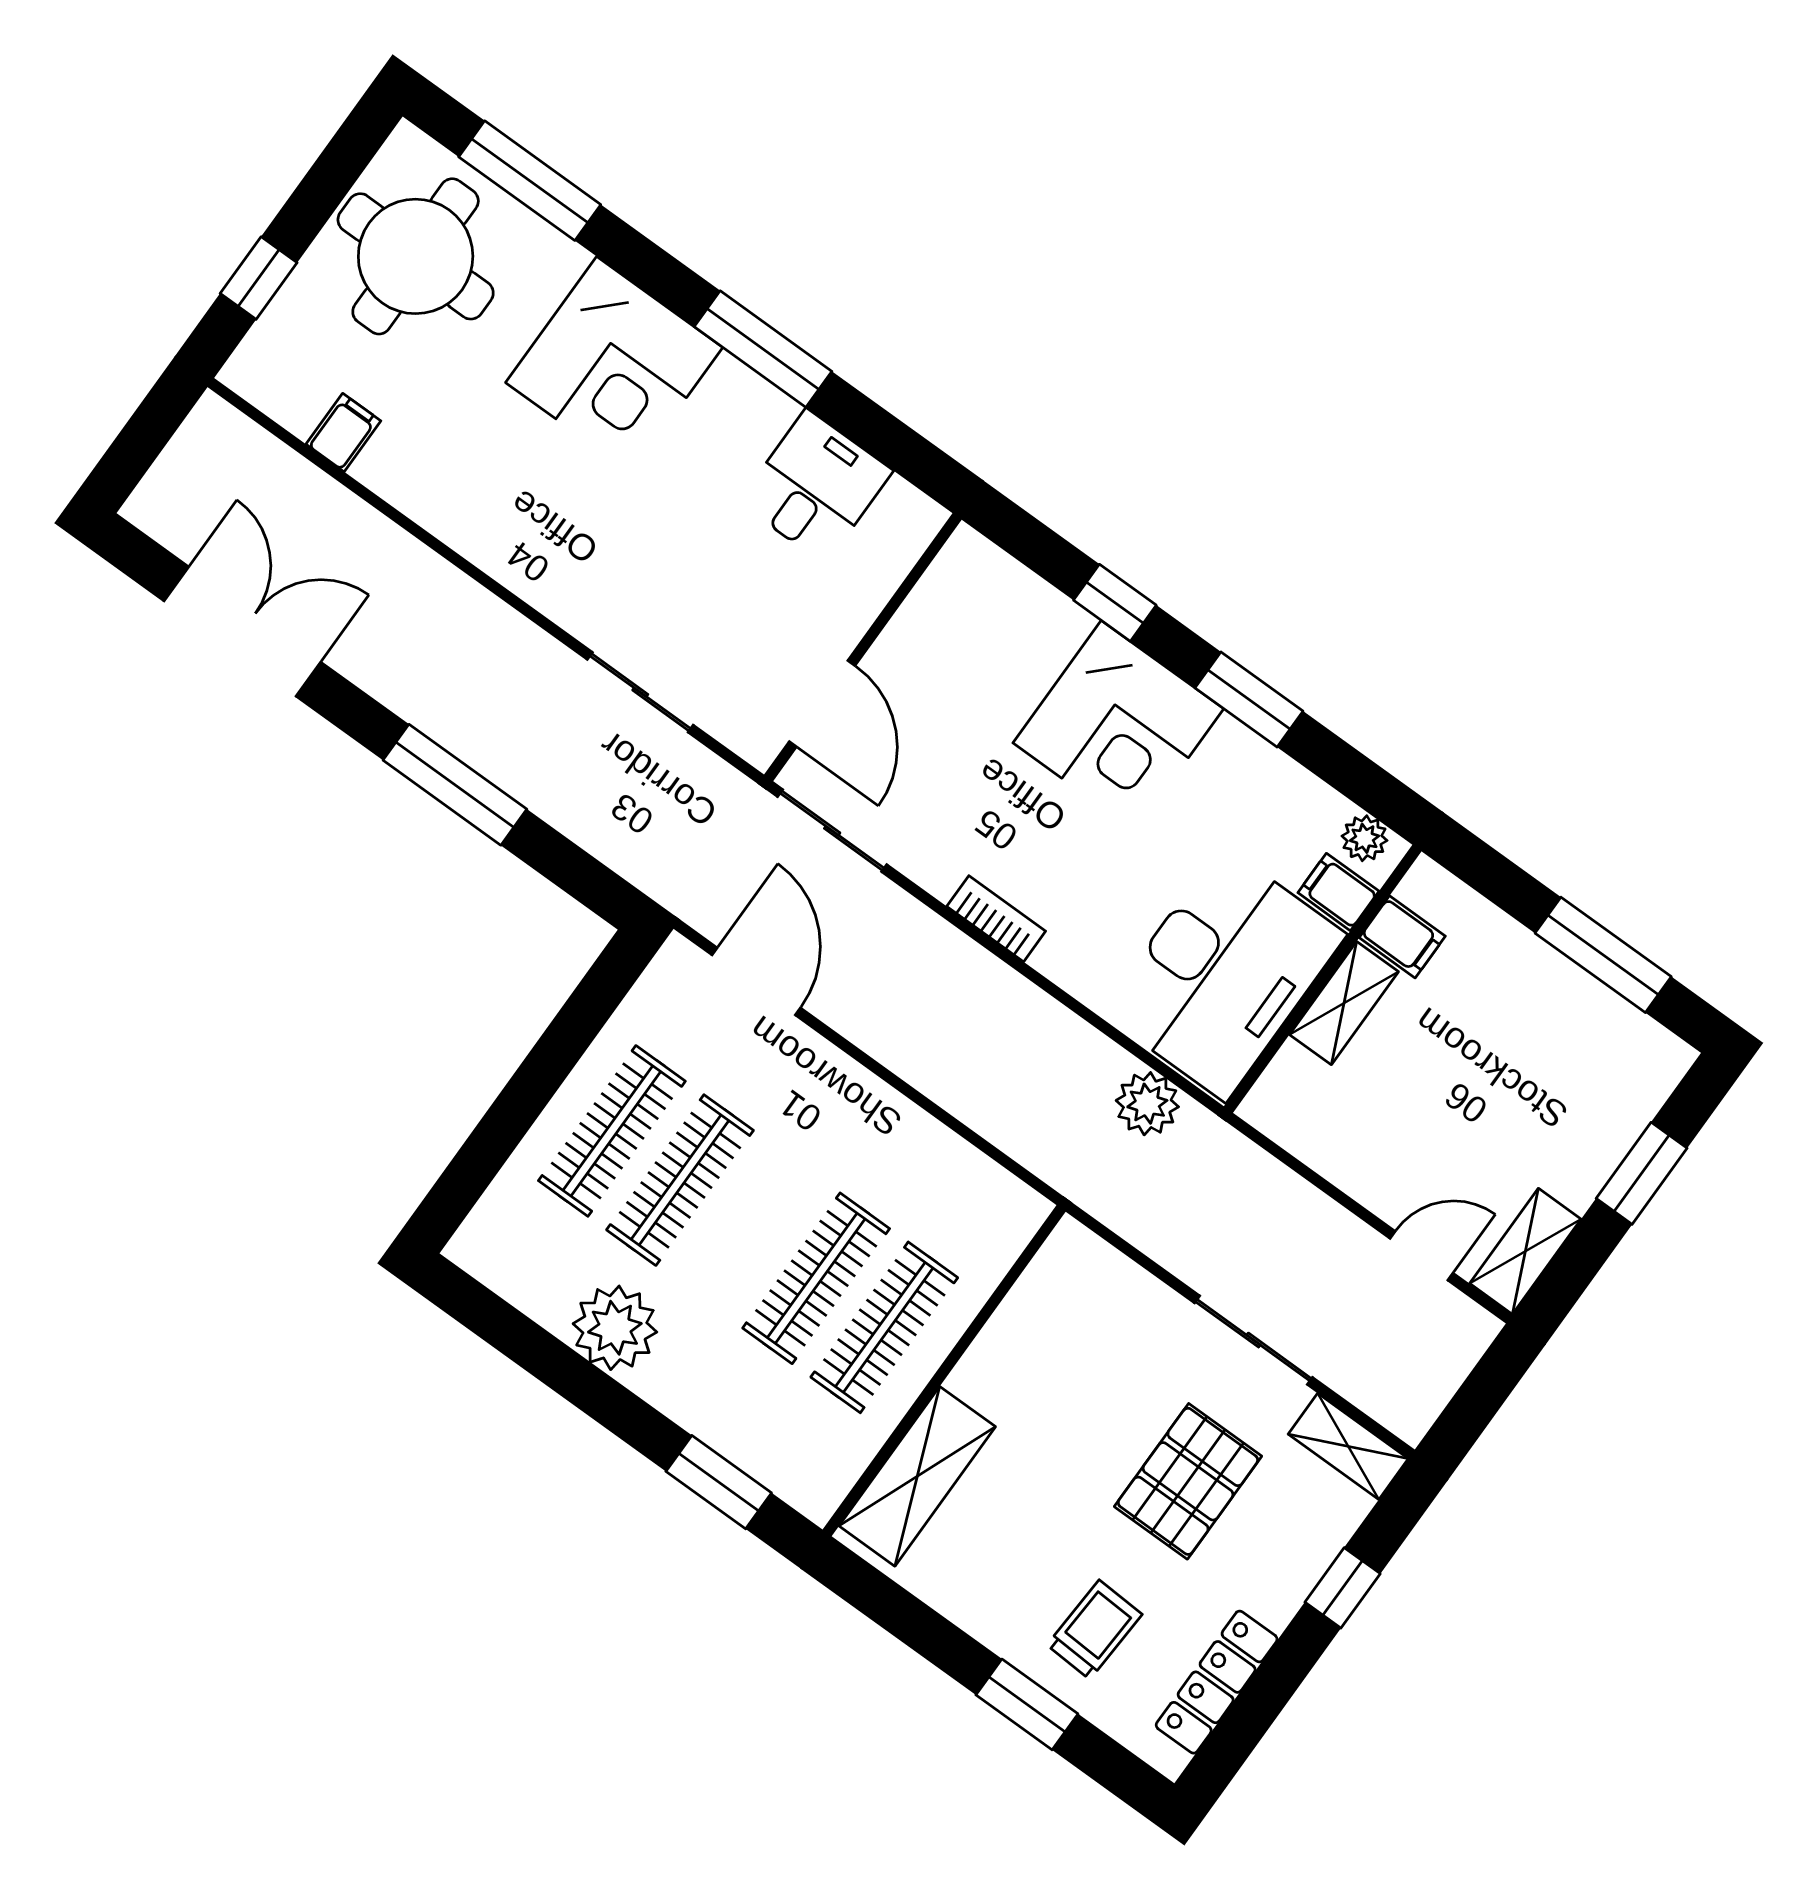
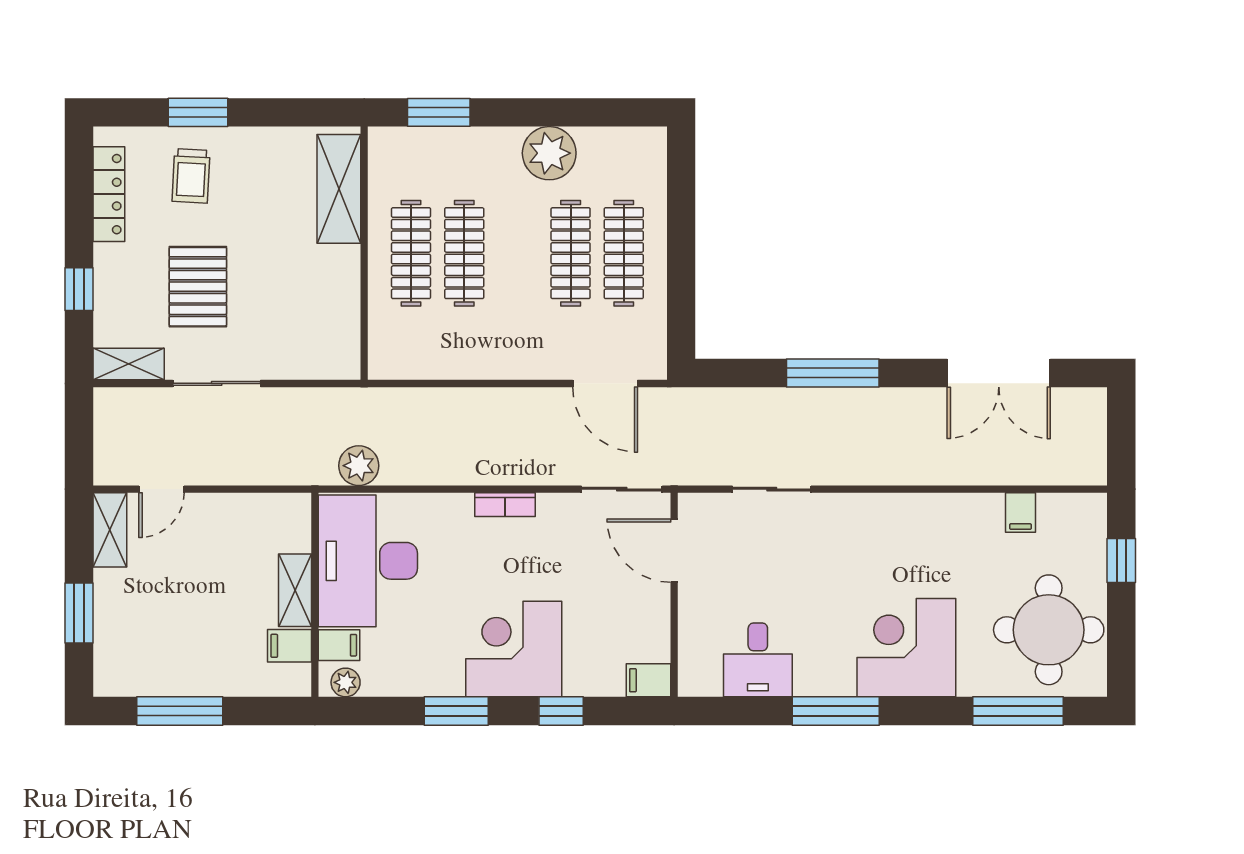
filing cabinet: (975, 561) -> (648, 680), added

